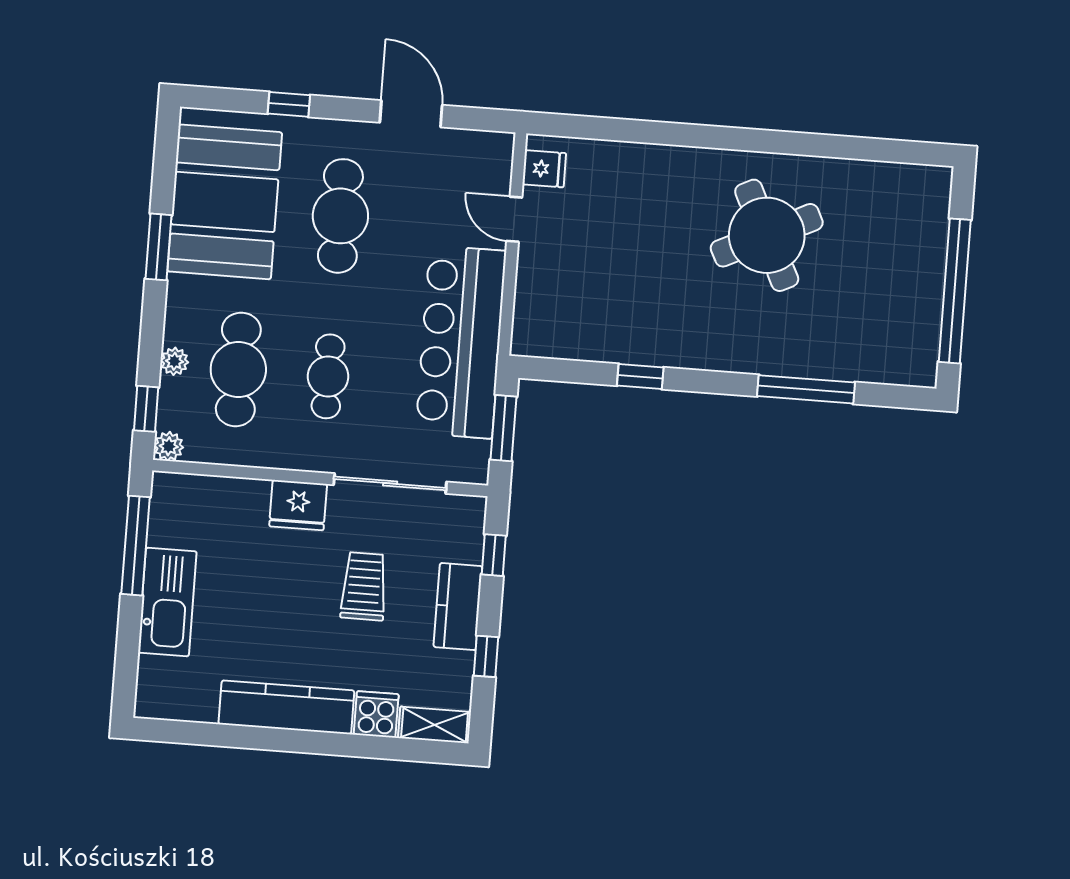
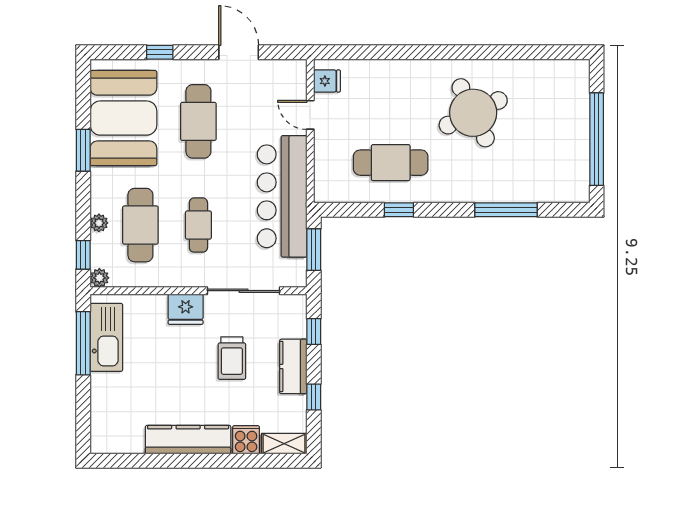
cafe table: (633, 303) -> (391, 163), added
trolley: (364, 586) -> (232, 358), turned 180
kitchen sink: (167, 602) -> (106, 337), moved

